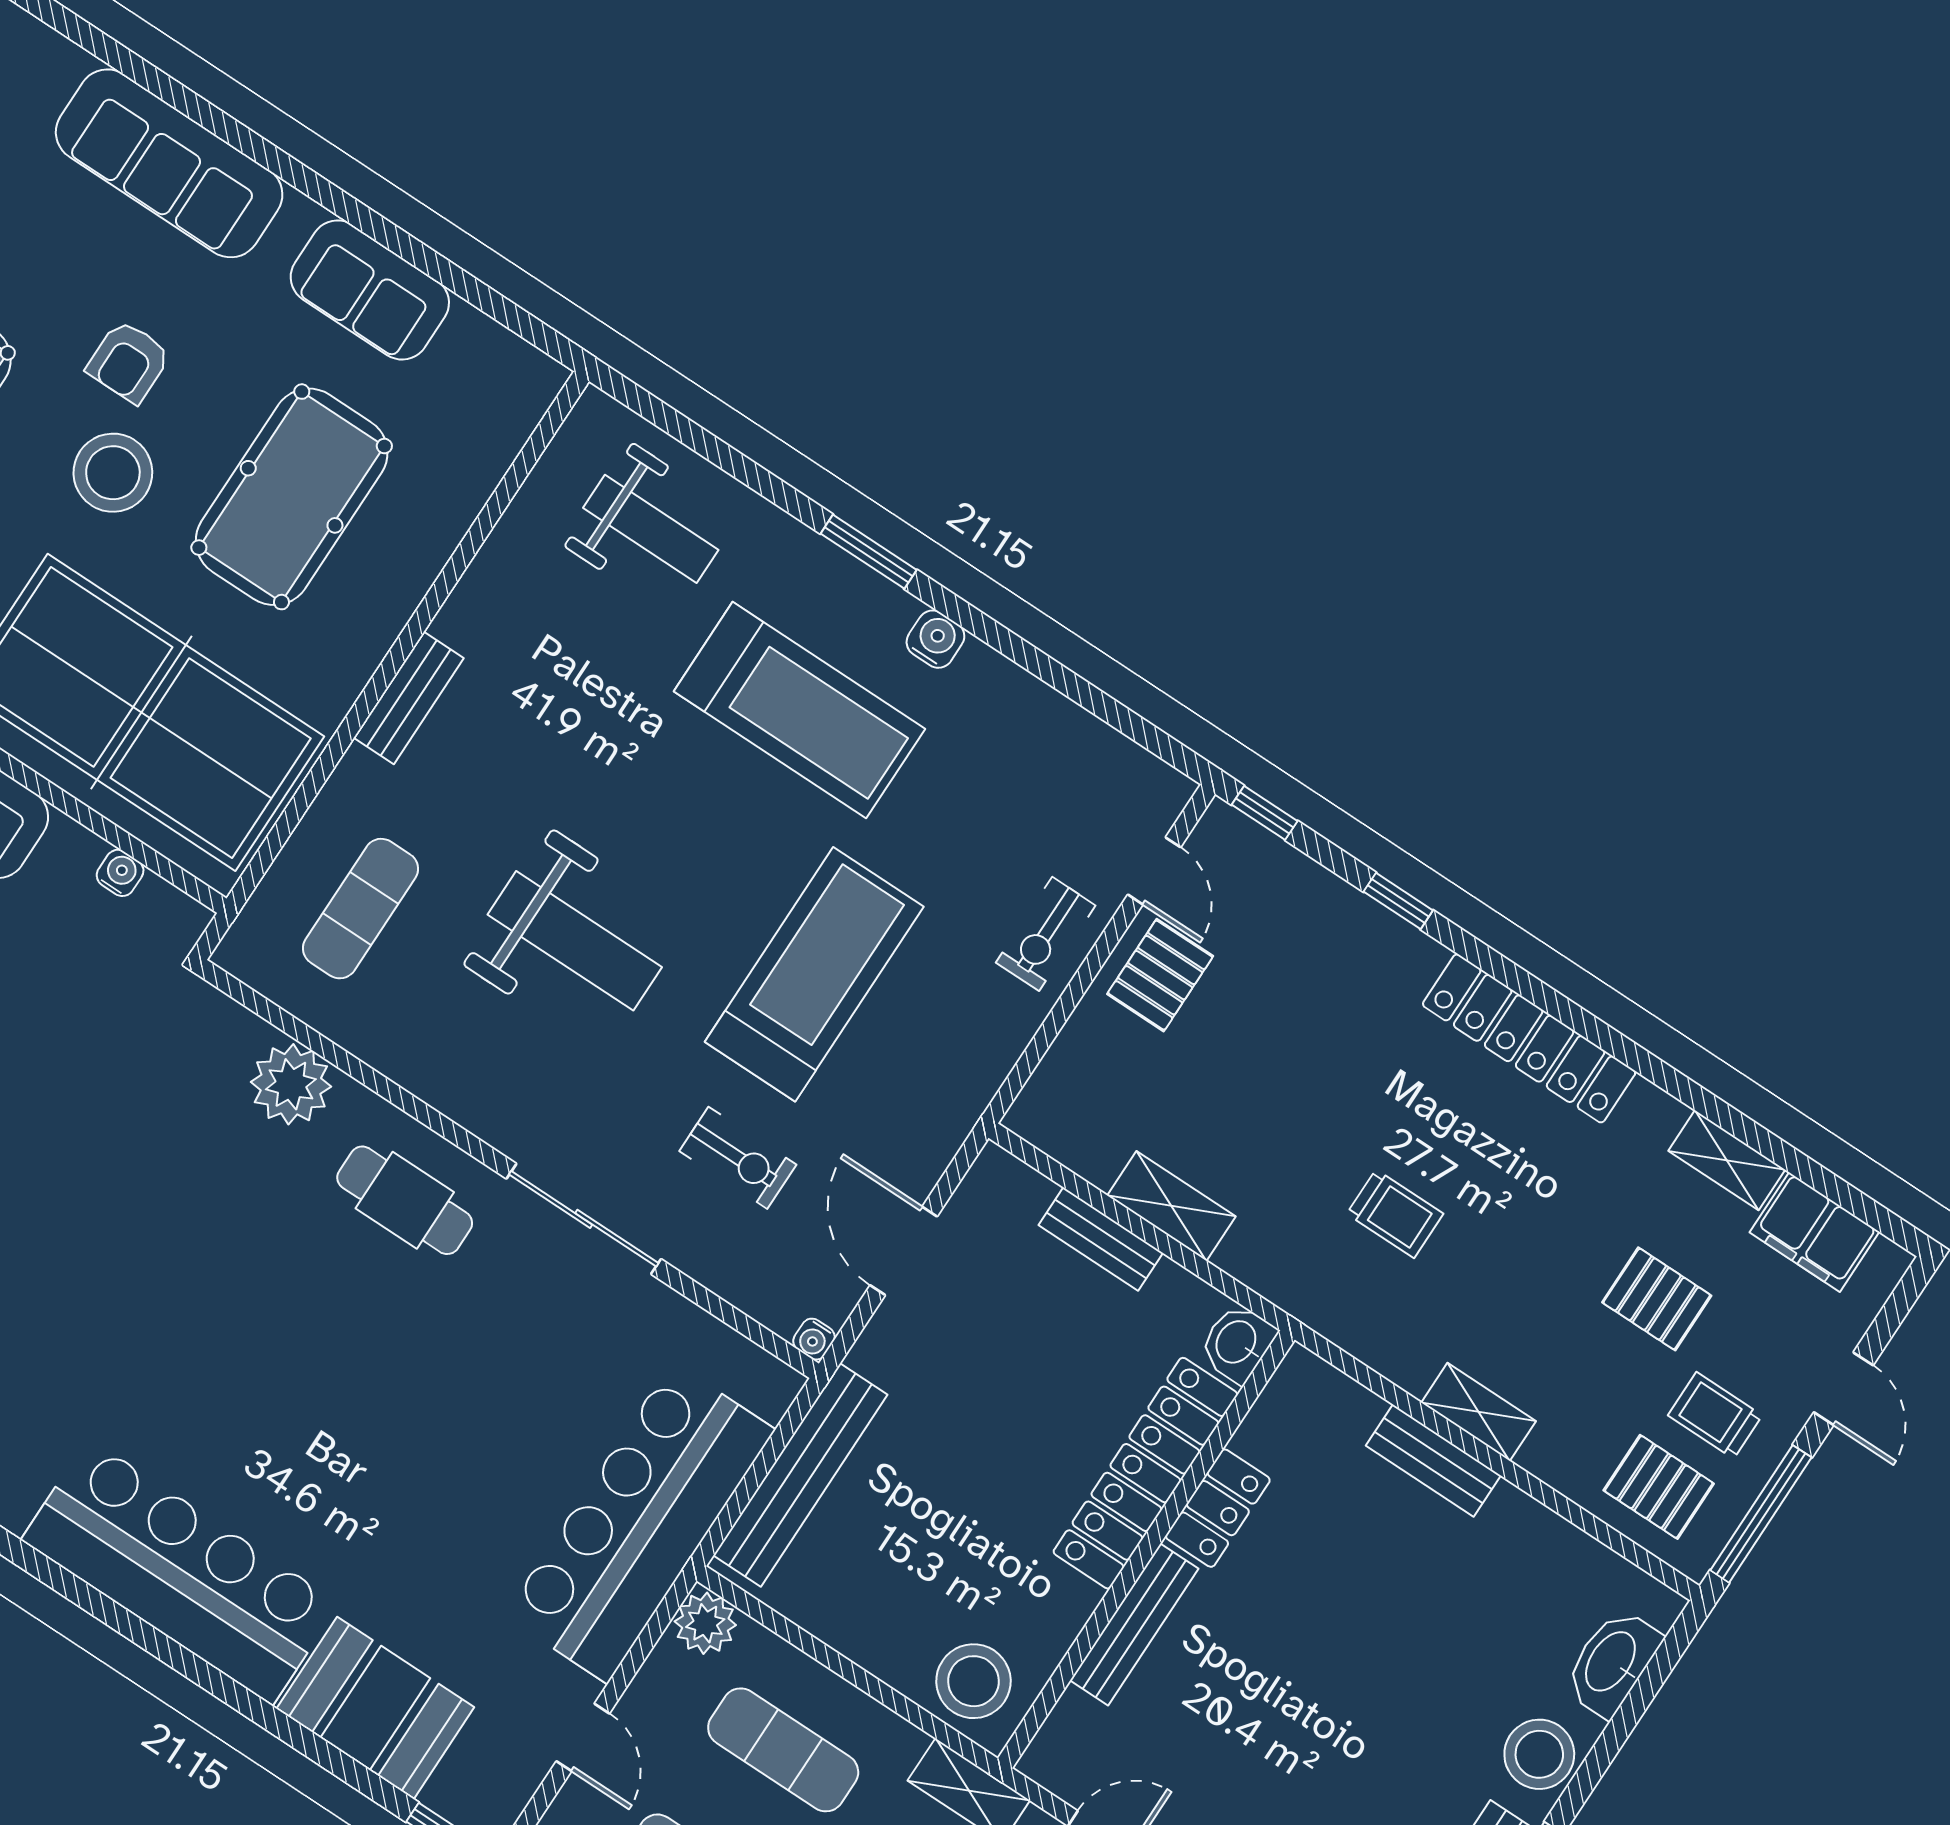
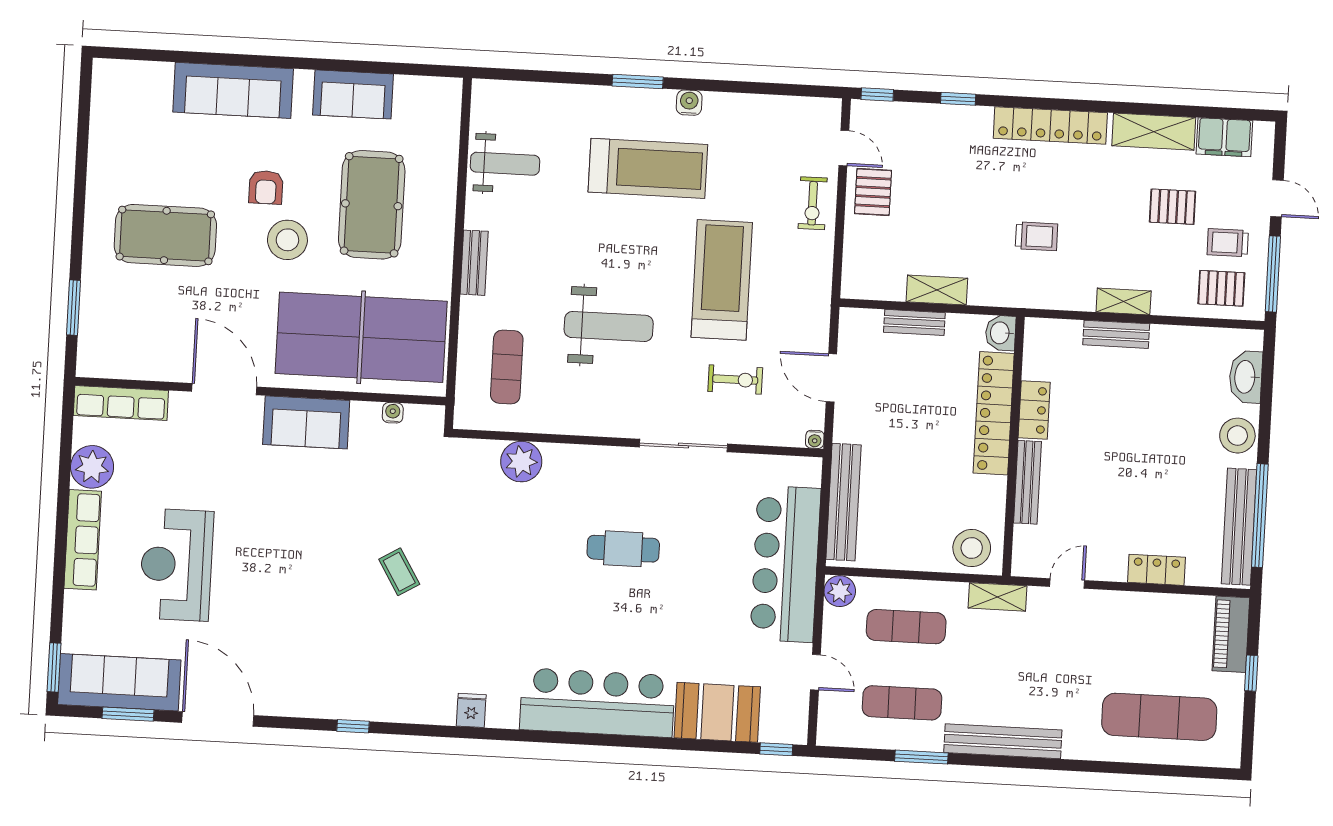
weight bench: (651, 529) -> (505, 164), moved
shelving: (1727, 1160) -> (1154, 132), width x1.50, depth x1.33
cafe table: (405, 1200) -> (623, 549), moved

